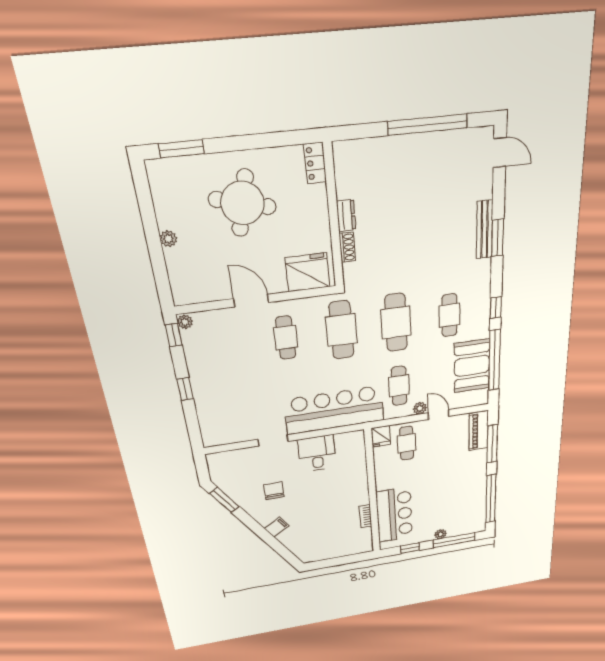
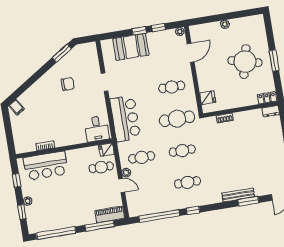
window: (181, 149) -> (274, 61), moved
dresser: (346, 216) -> (271, 111), moved
window: (498, 238) -> (248, 201), moved
fridge: (308, 272) -> (208, 98), width x0.53, depth x0.75
door: (251, 301) -> (191, 53), moved
cafe table: (396, 323) -> (182, 151), width x0.73, depth x0.74
window: (174, 335) -> (158, 28), moved
booth: (472, 366) -> (131, 47), moved
bar counter: (334, 410) -> (125, 119), width x0.73
door: (439, 415) -> (122, 186), hinge flipped
desk: (317, 453) -> (97, 129), moved, turned 90
filing cabinet: (277, 527) -> (16, 107), moved
window: (454, 540) -> (22, 212), width x0.46

